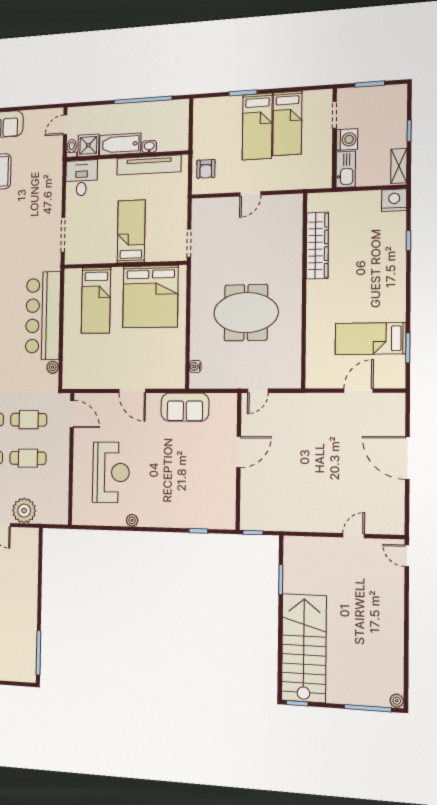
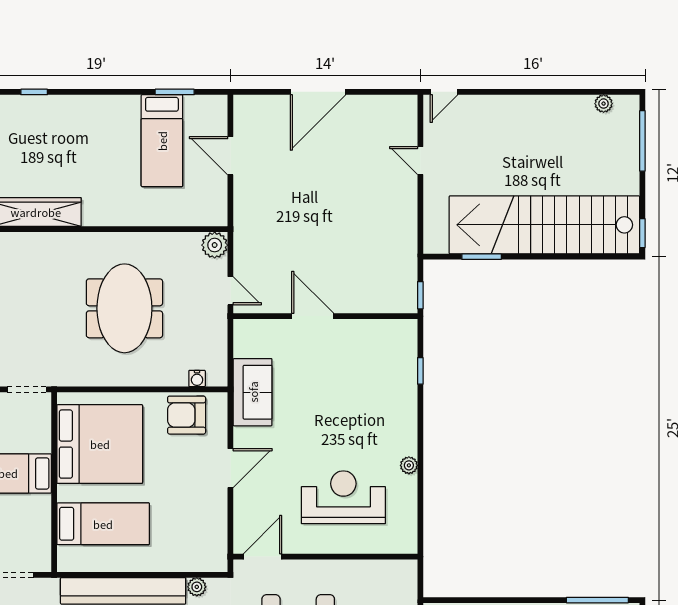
armchair: (170, 359) -> (187, 415), added
plant: (291, 379) -> (215, 245), added
stairs: (304, 648) -> (544, 225), width x1.36
plant: (397, 701) -> (604, 104), moved

